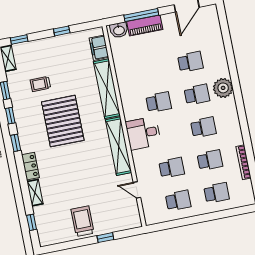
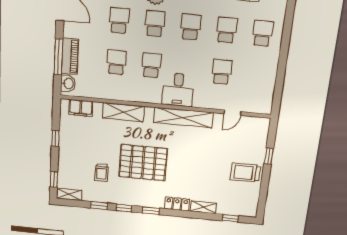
shelving: (107, 89) -> (123, 112), width x0.68
school desk: (178, 201) -> (116, 62), moved

